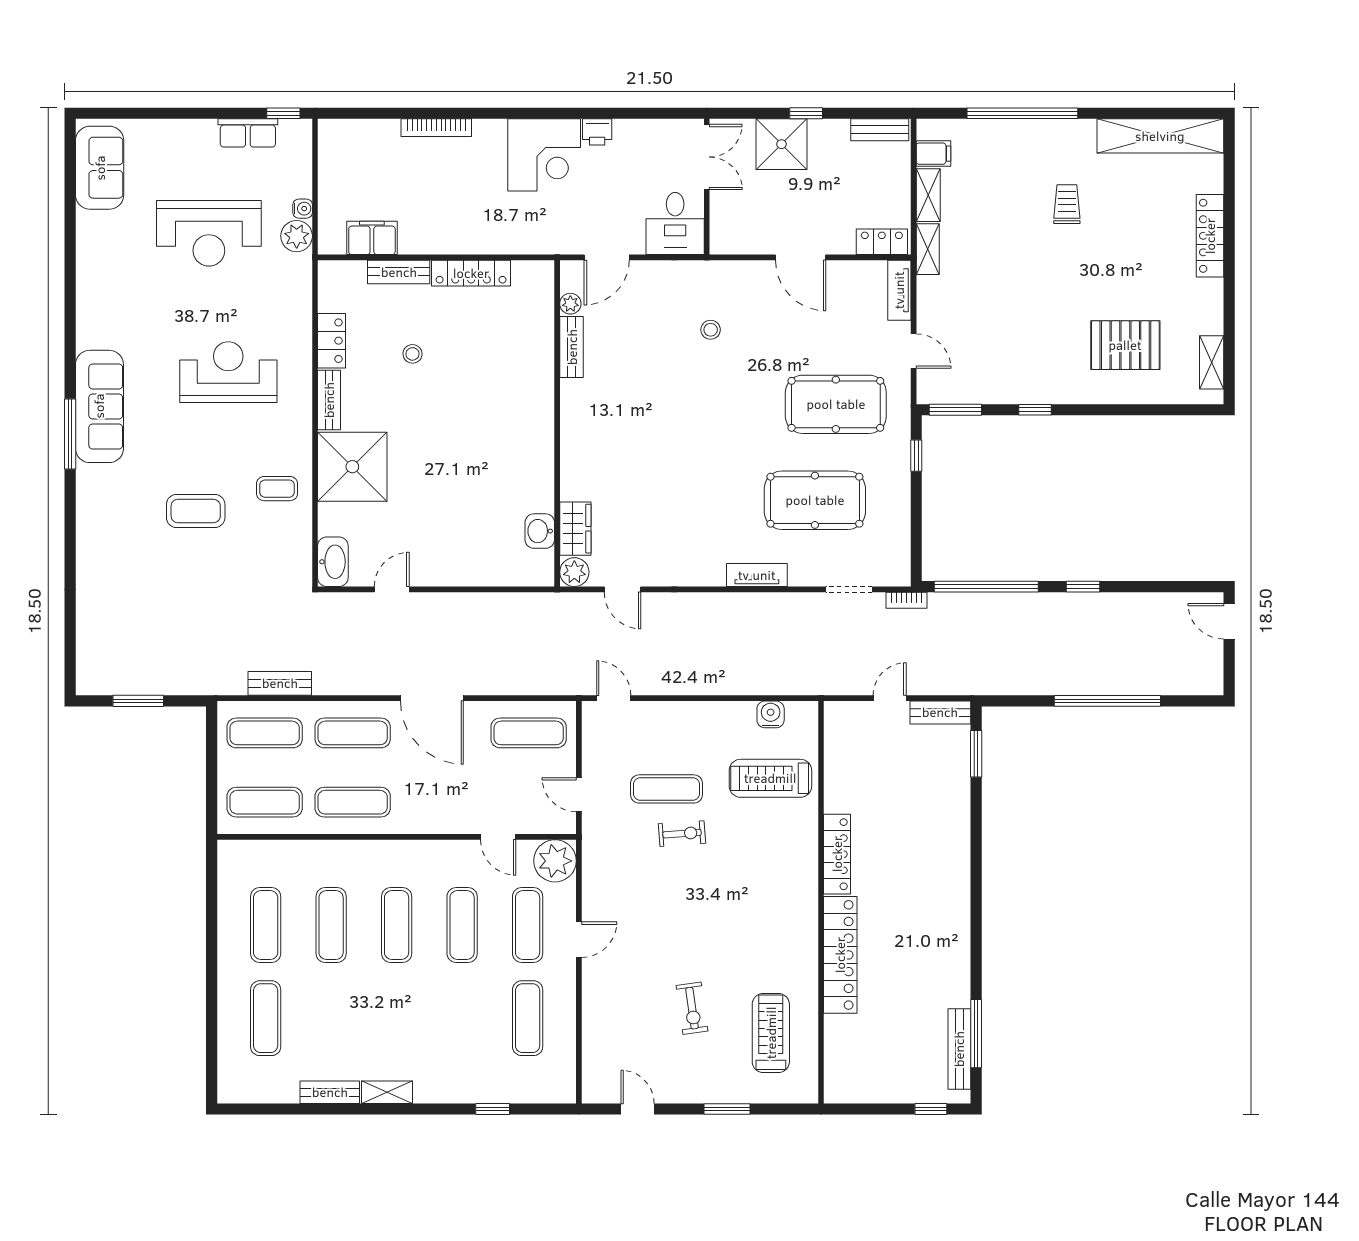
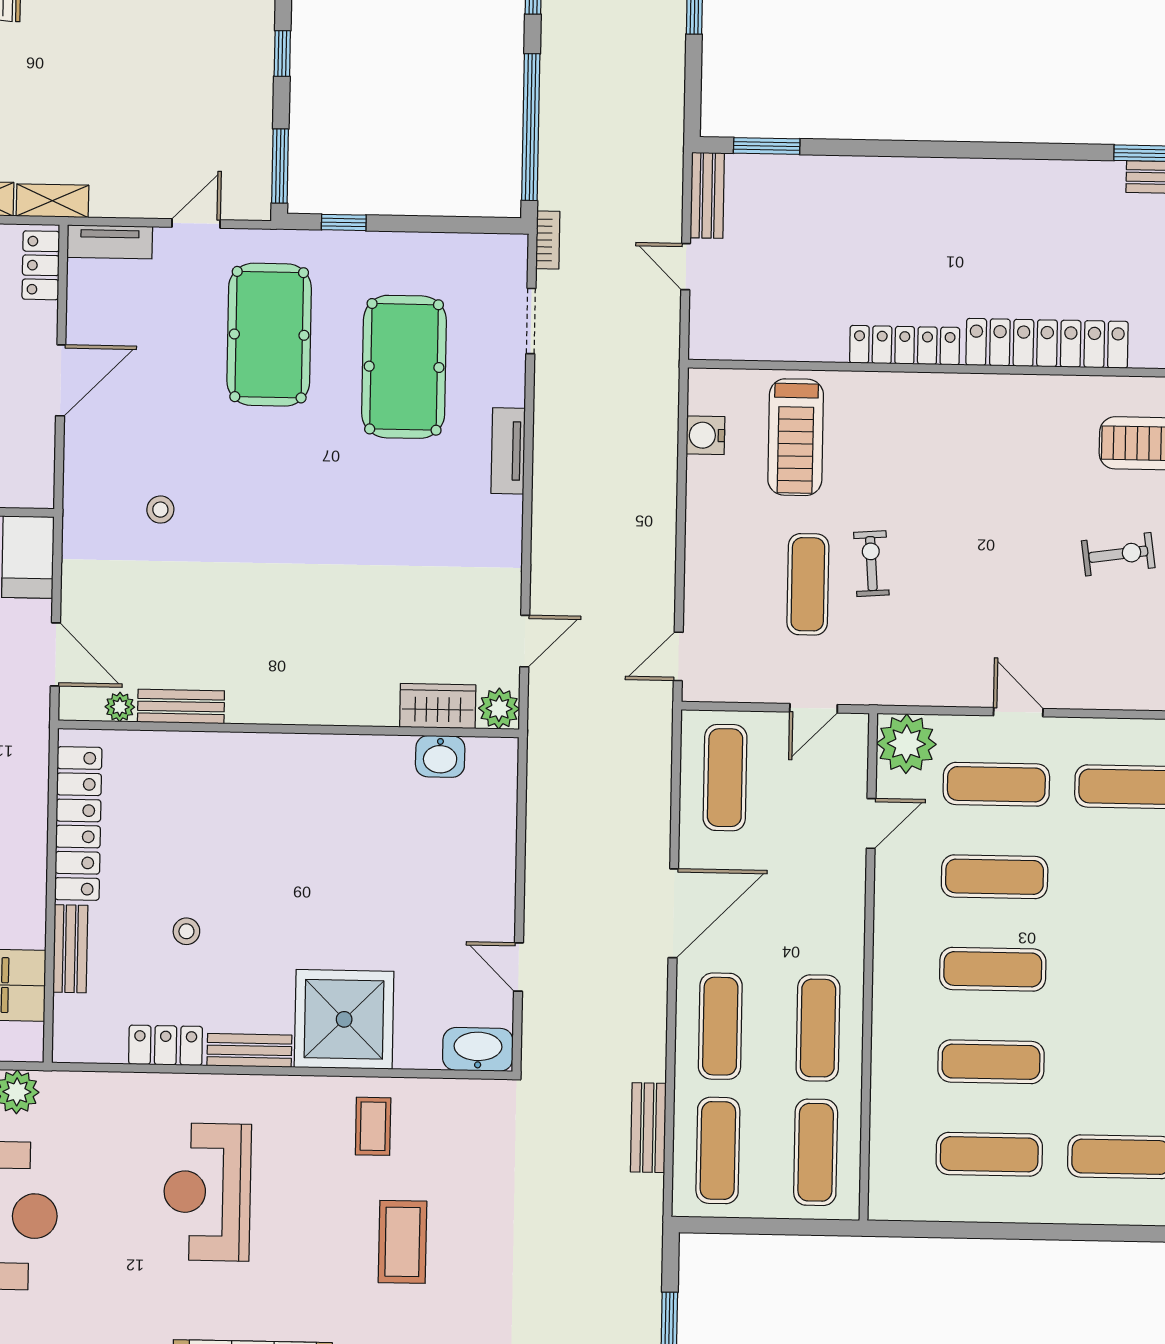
locker: (471, 273) -> (78, 823), width x1.41, depth x1.21

